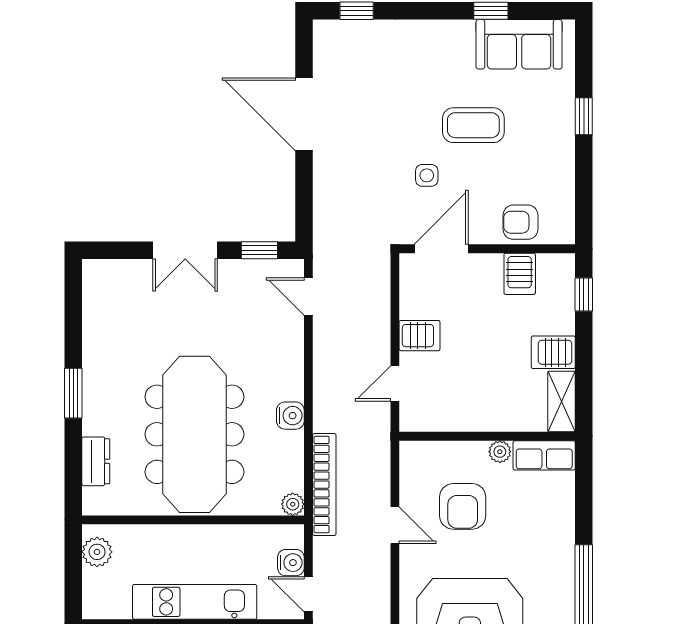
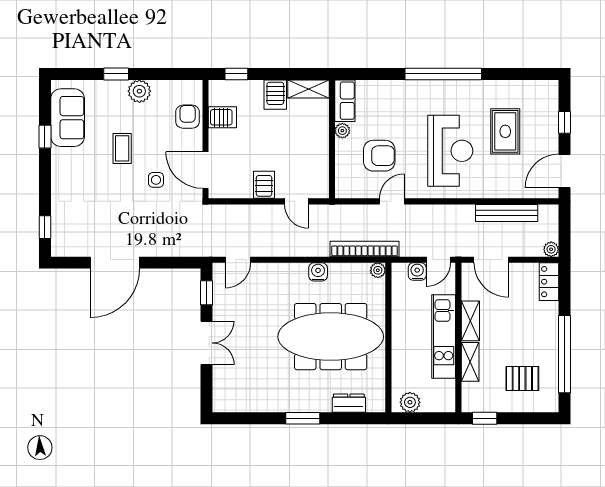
coffee table: (473, 125) -> (122, 148), width x0.73, depth x0.77
plant: (558, 151) -> (139, 91), added
armchair: (521, 222) -> (188, 117), turned 180

